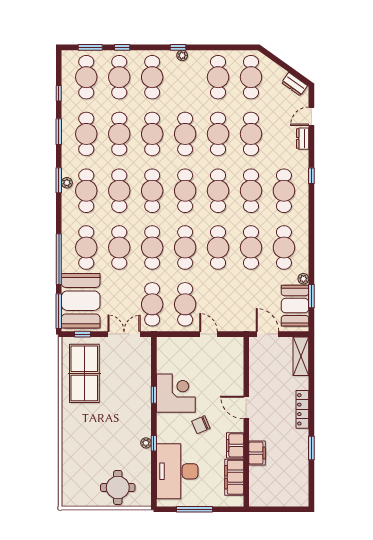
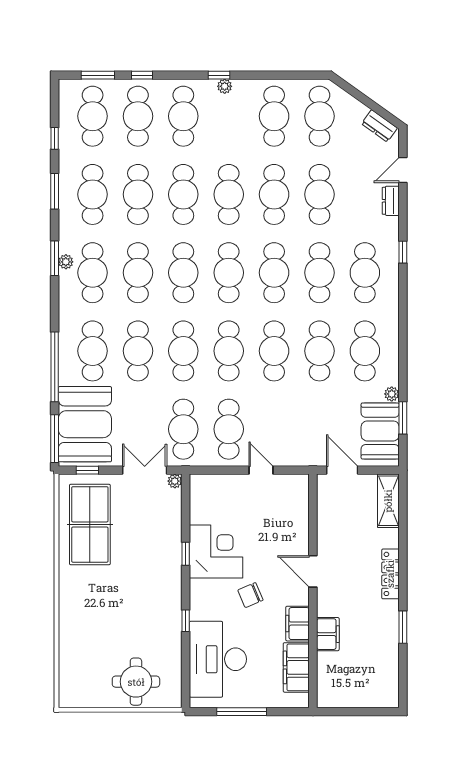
plant: (146, 443) -> (175, 481), moved

